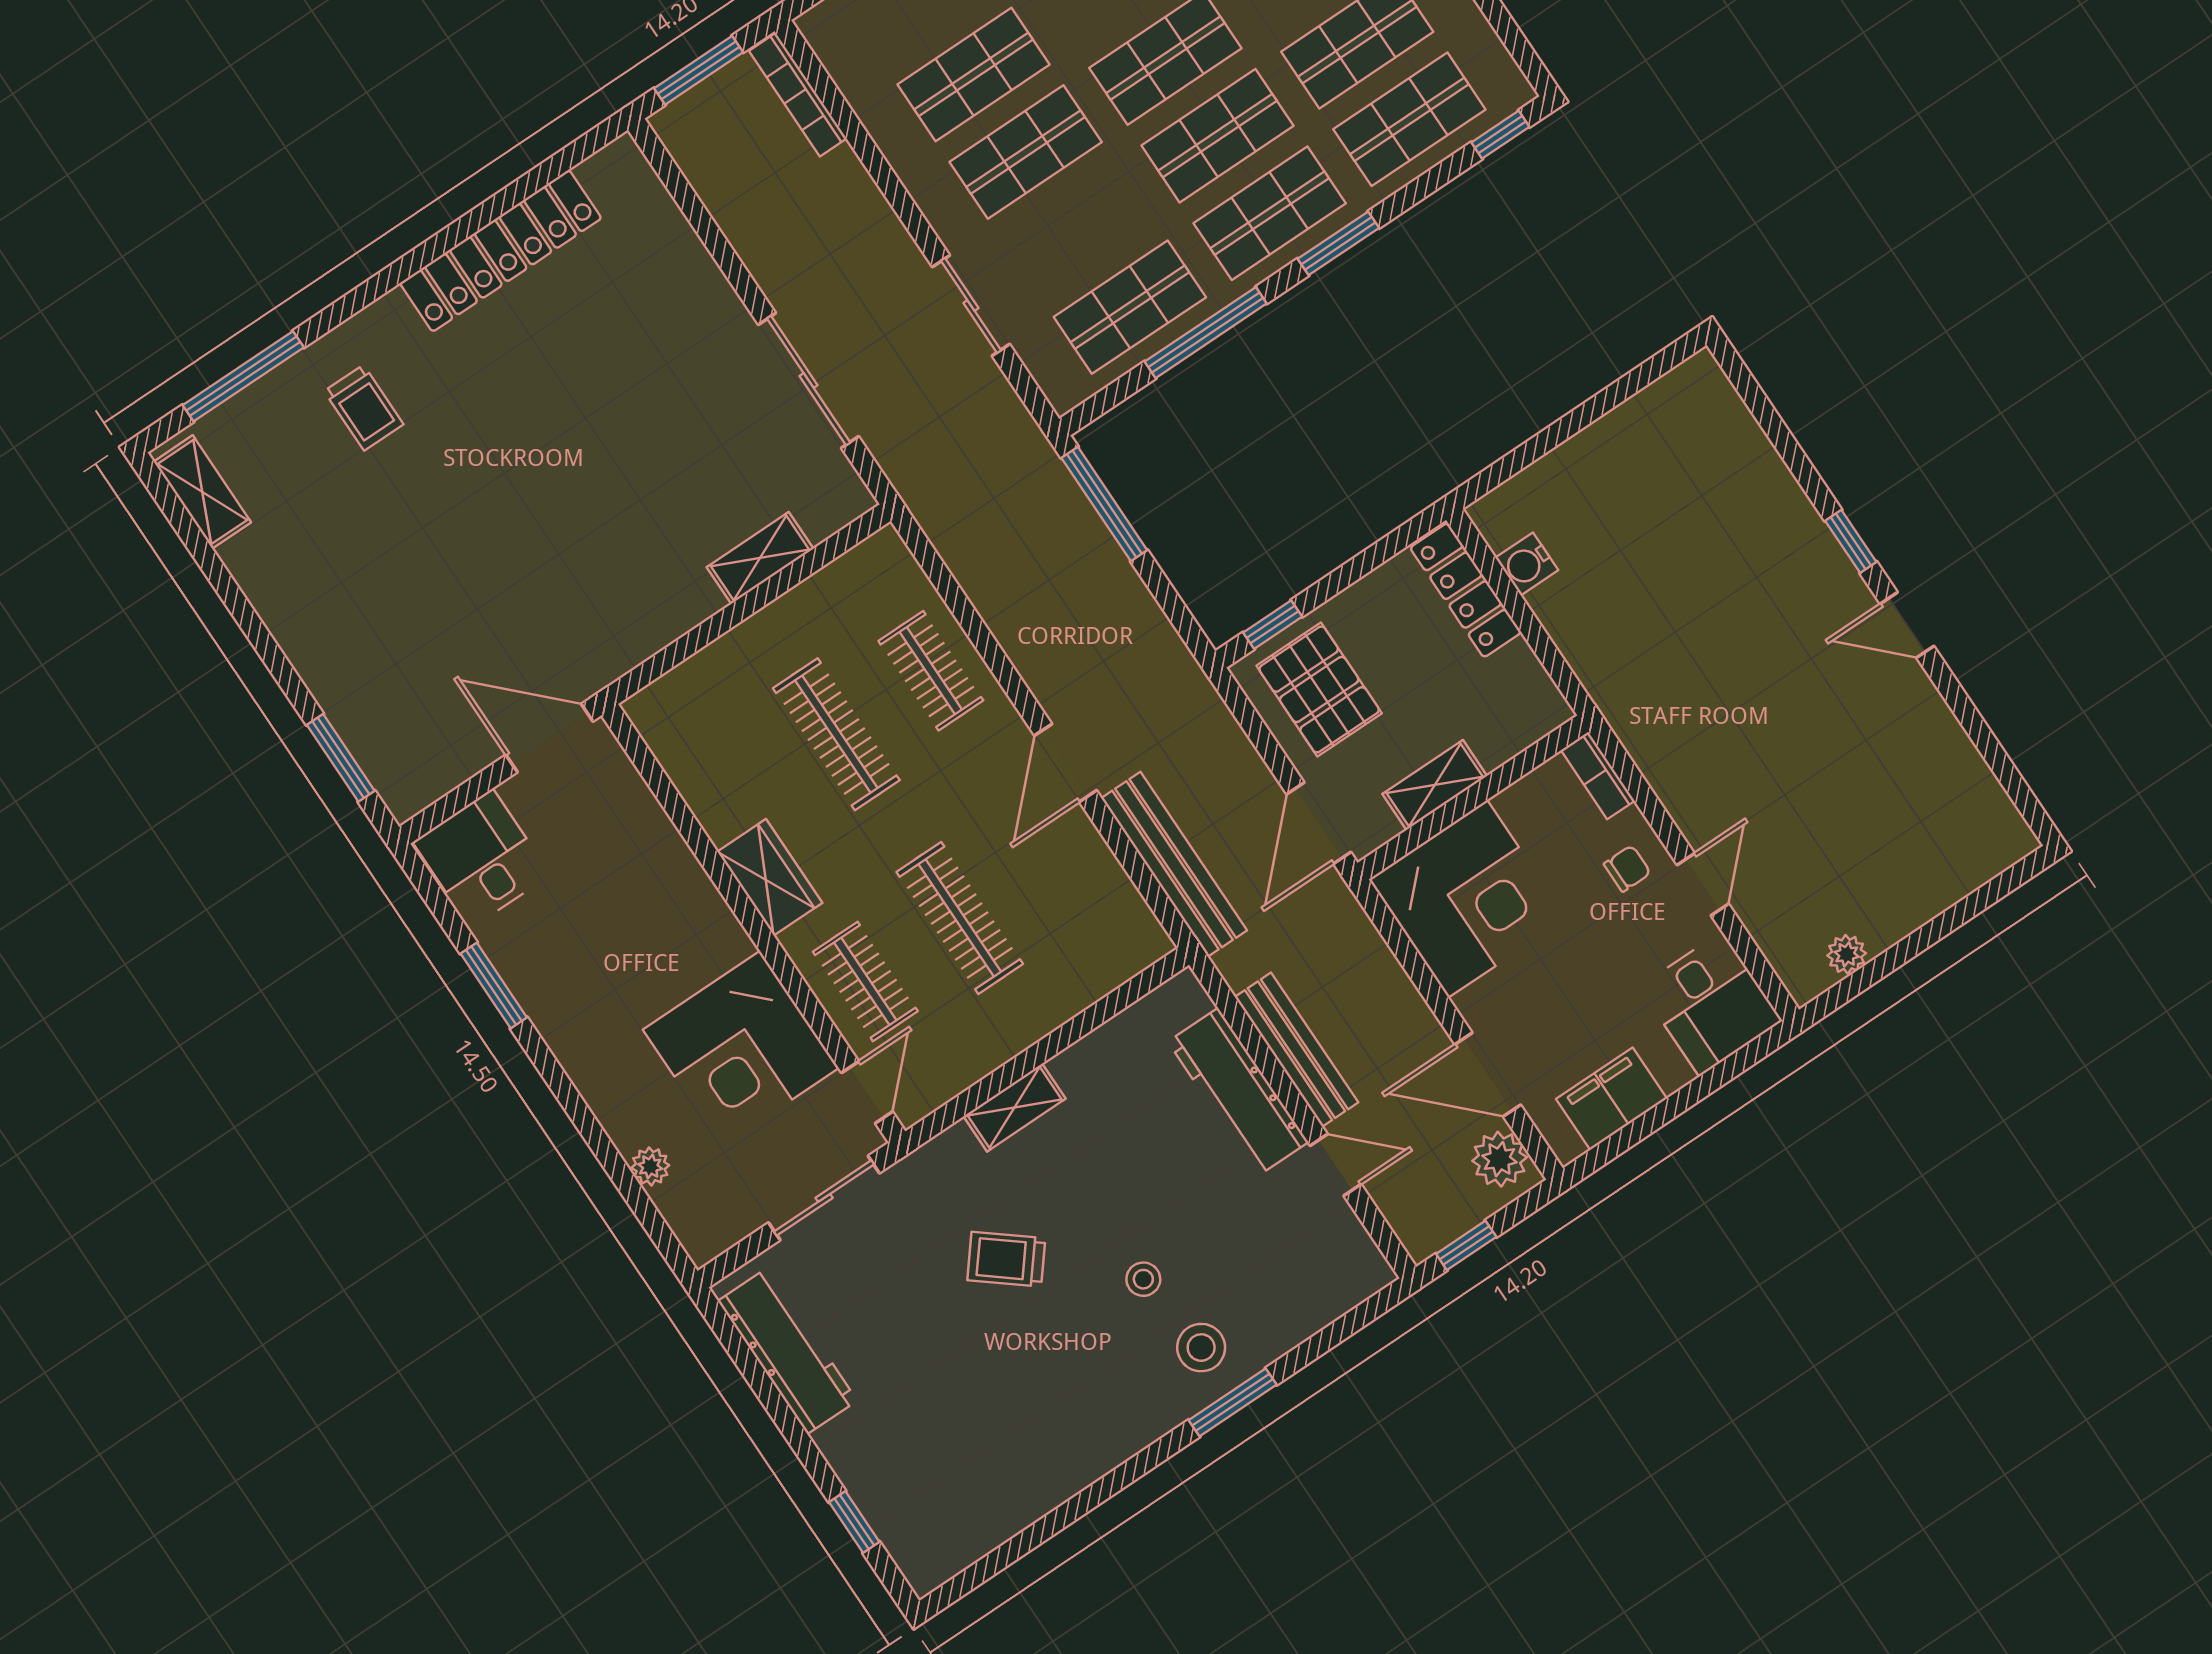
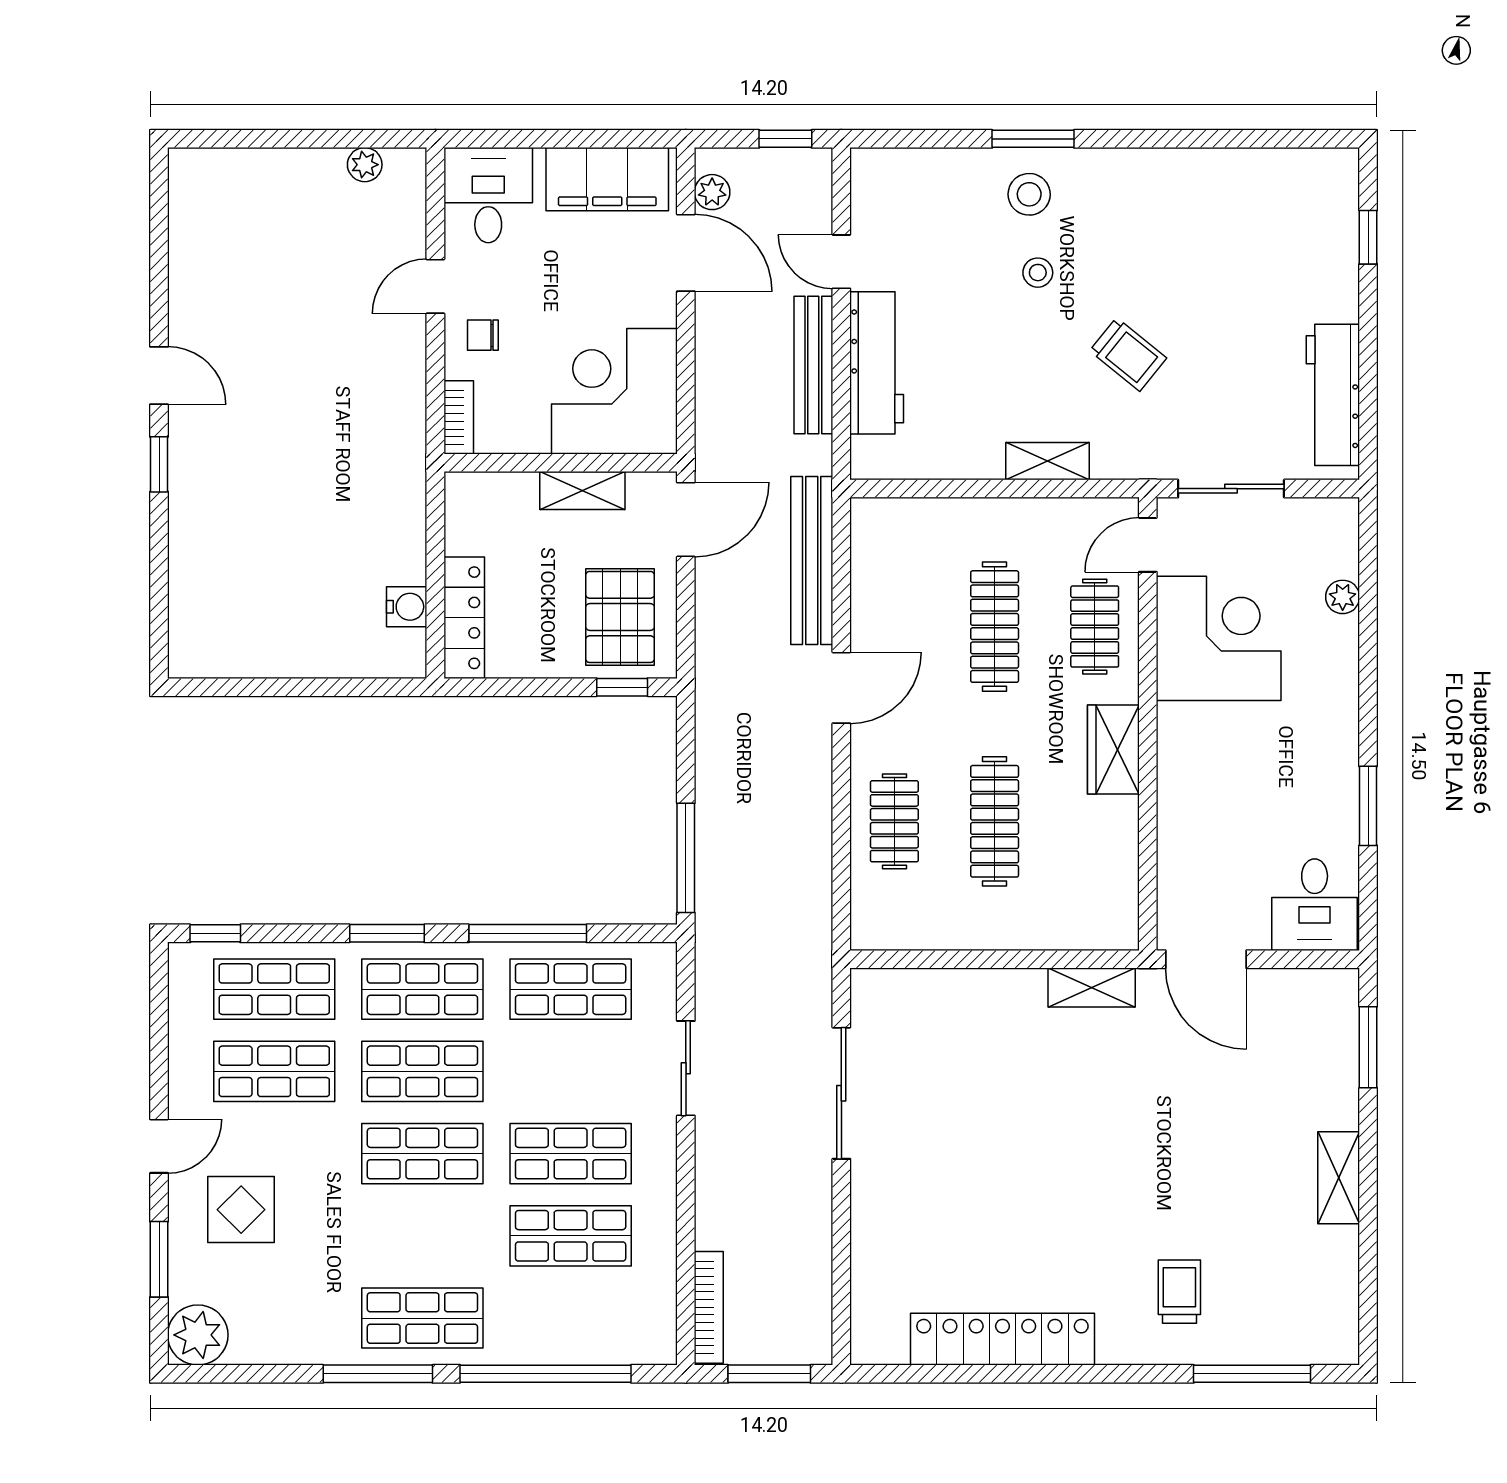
shelving: (202, 492) -> (1339, 1178), moved
shelving: (760, 558) -> (1092, 987), moved
filing cabinet: (1612, 1099) -> (607, 179), width x1.50, depth x1.17
plant: (1500, 1159) -> (712, 192), width x0.73, depth x0.73

